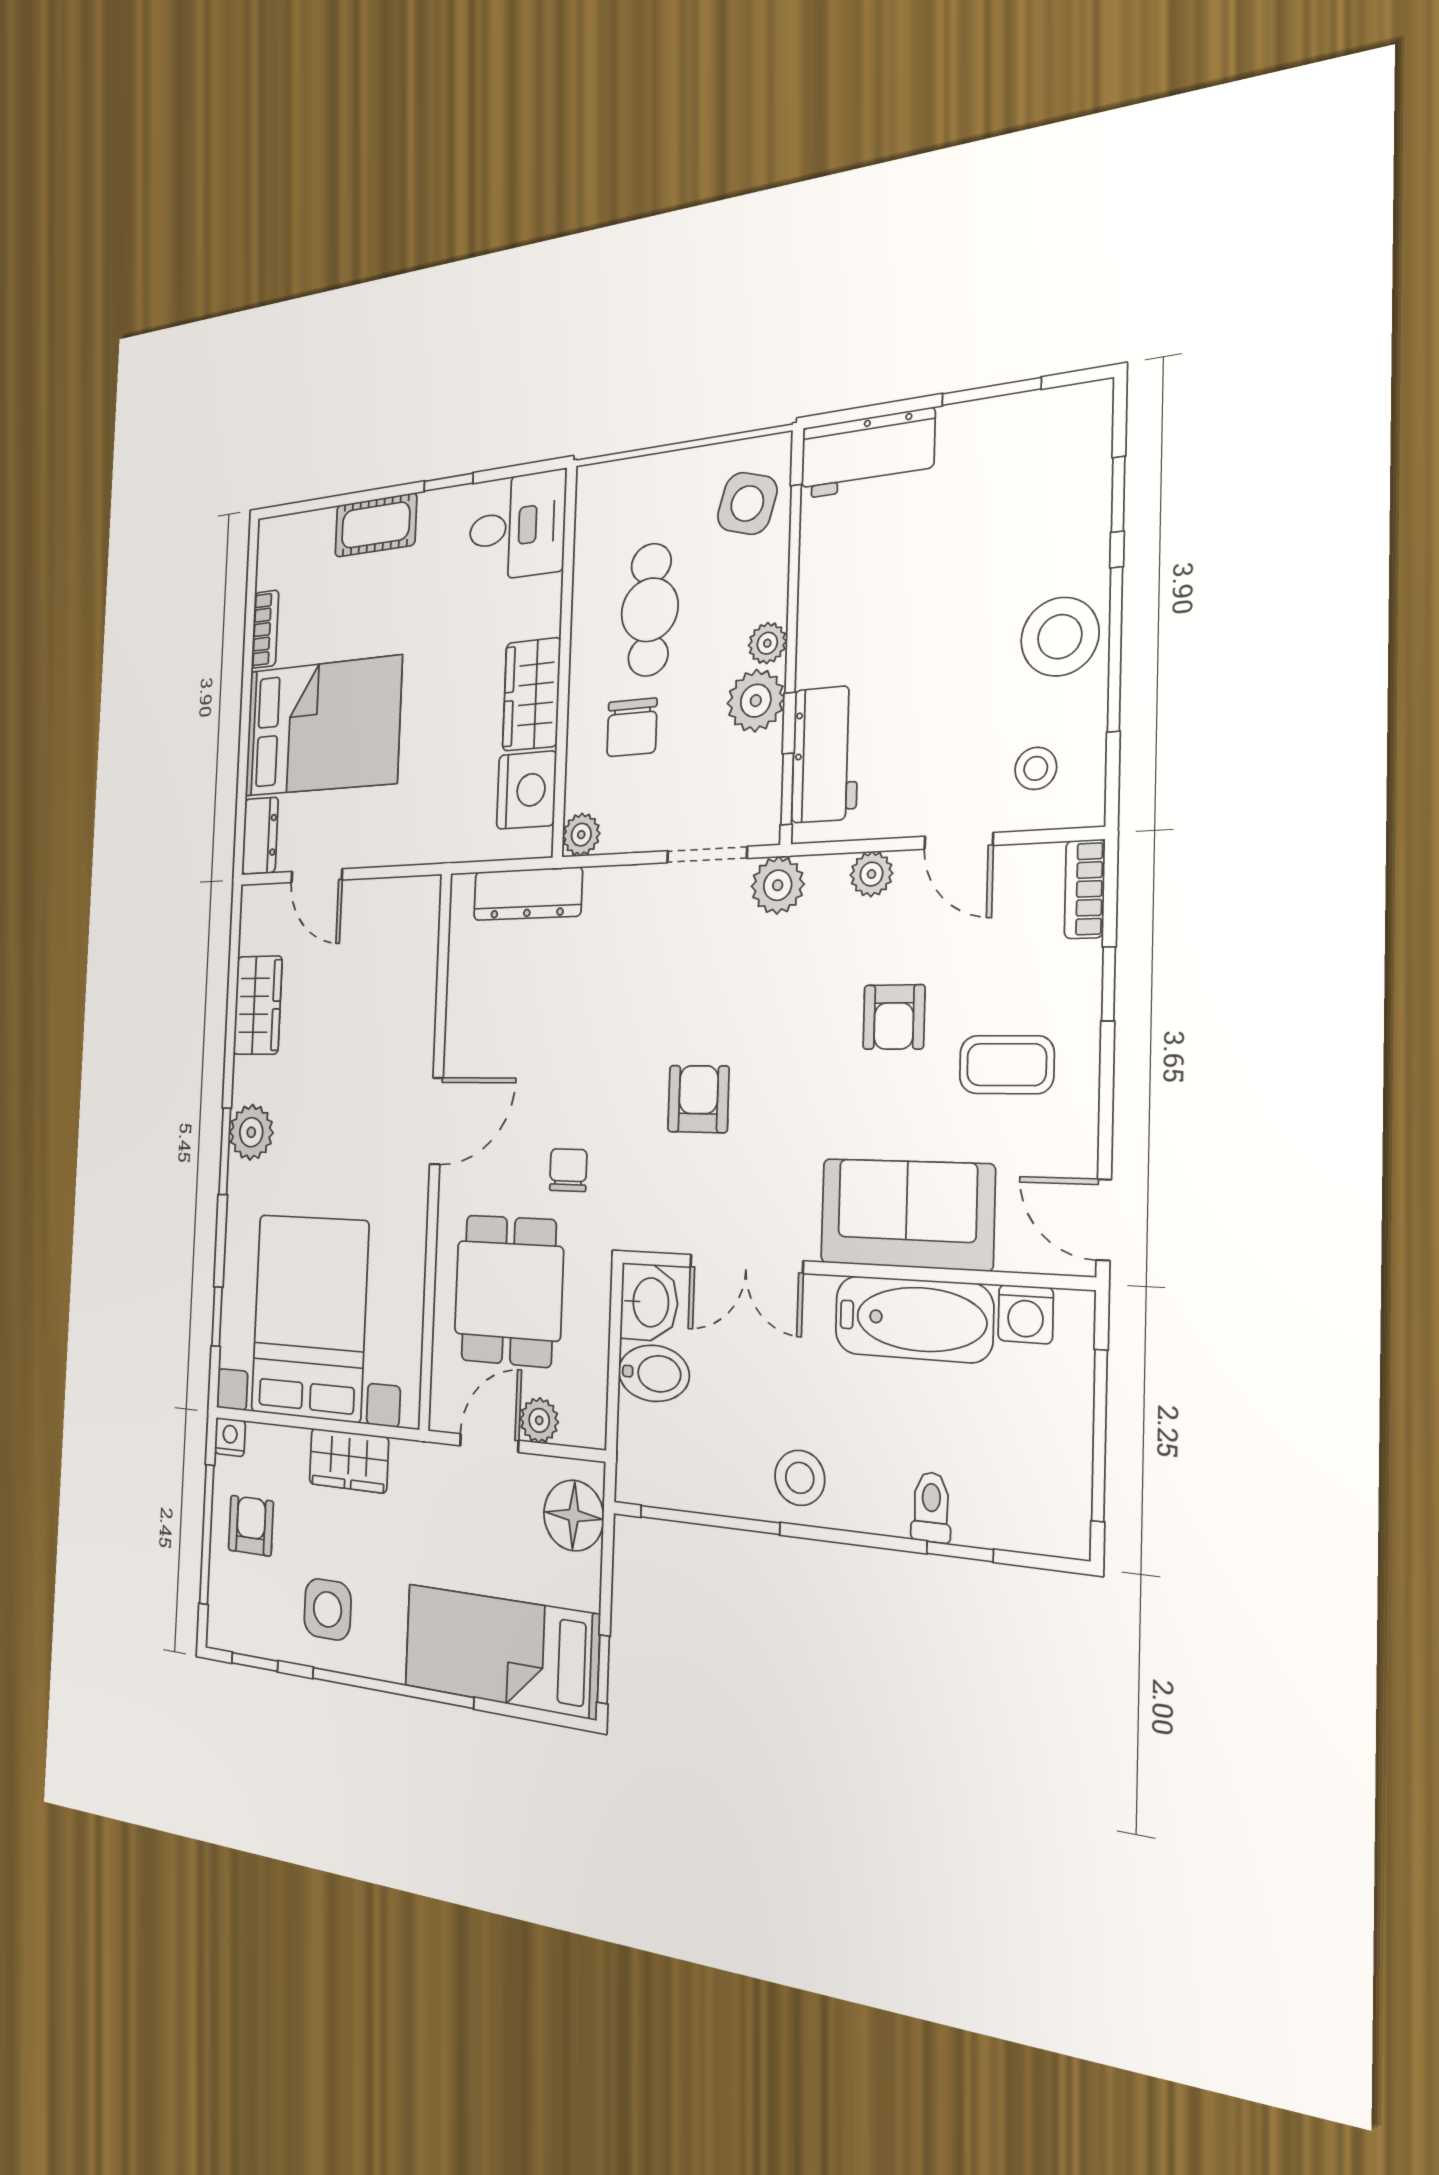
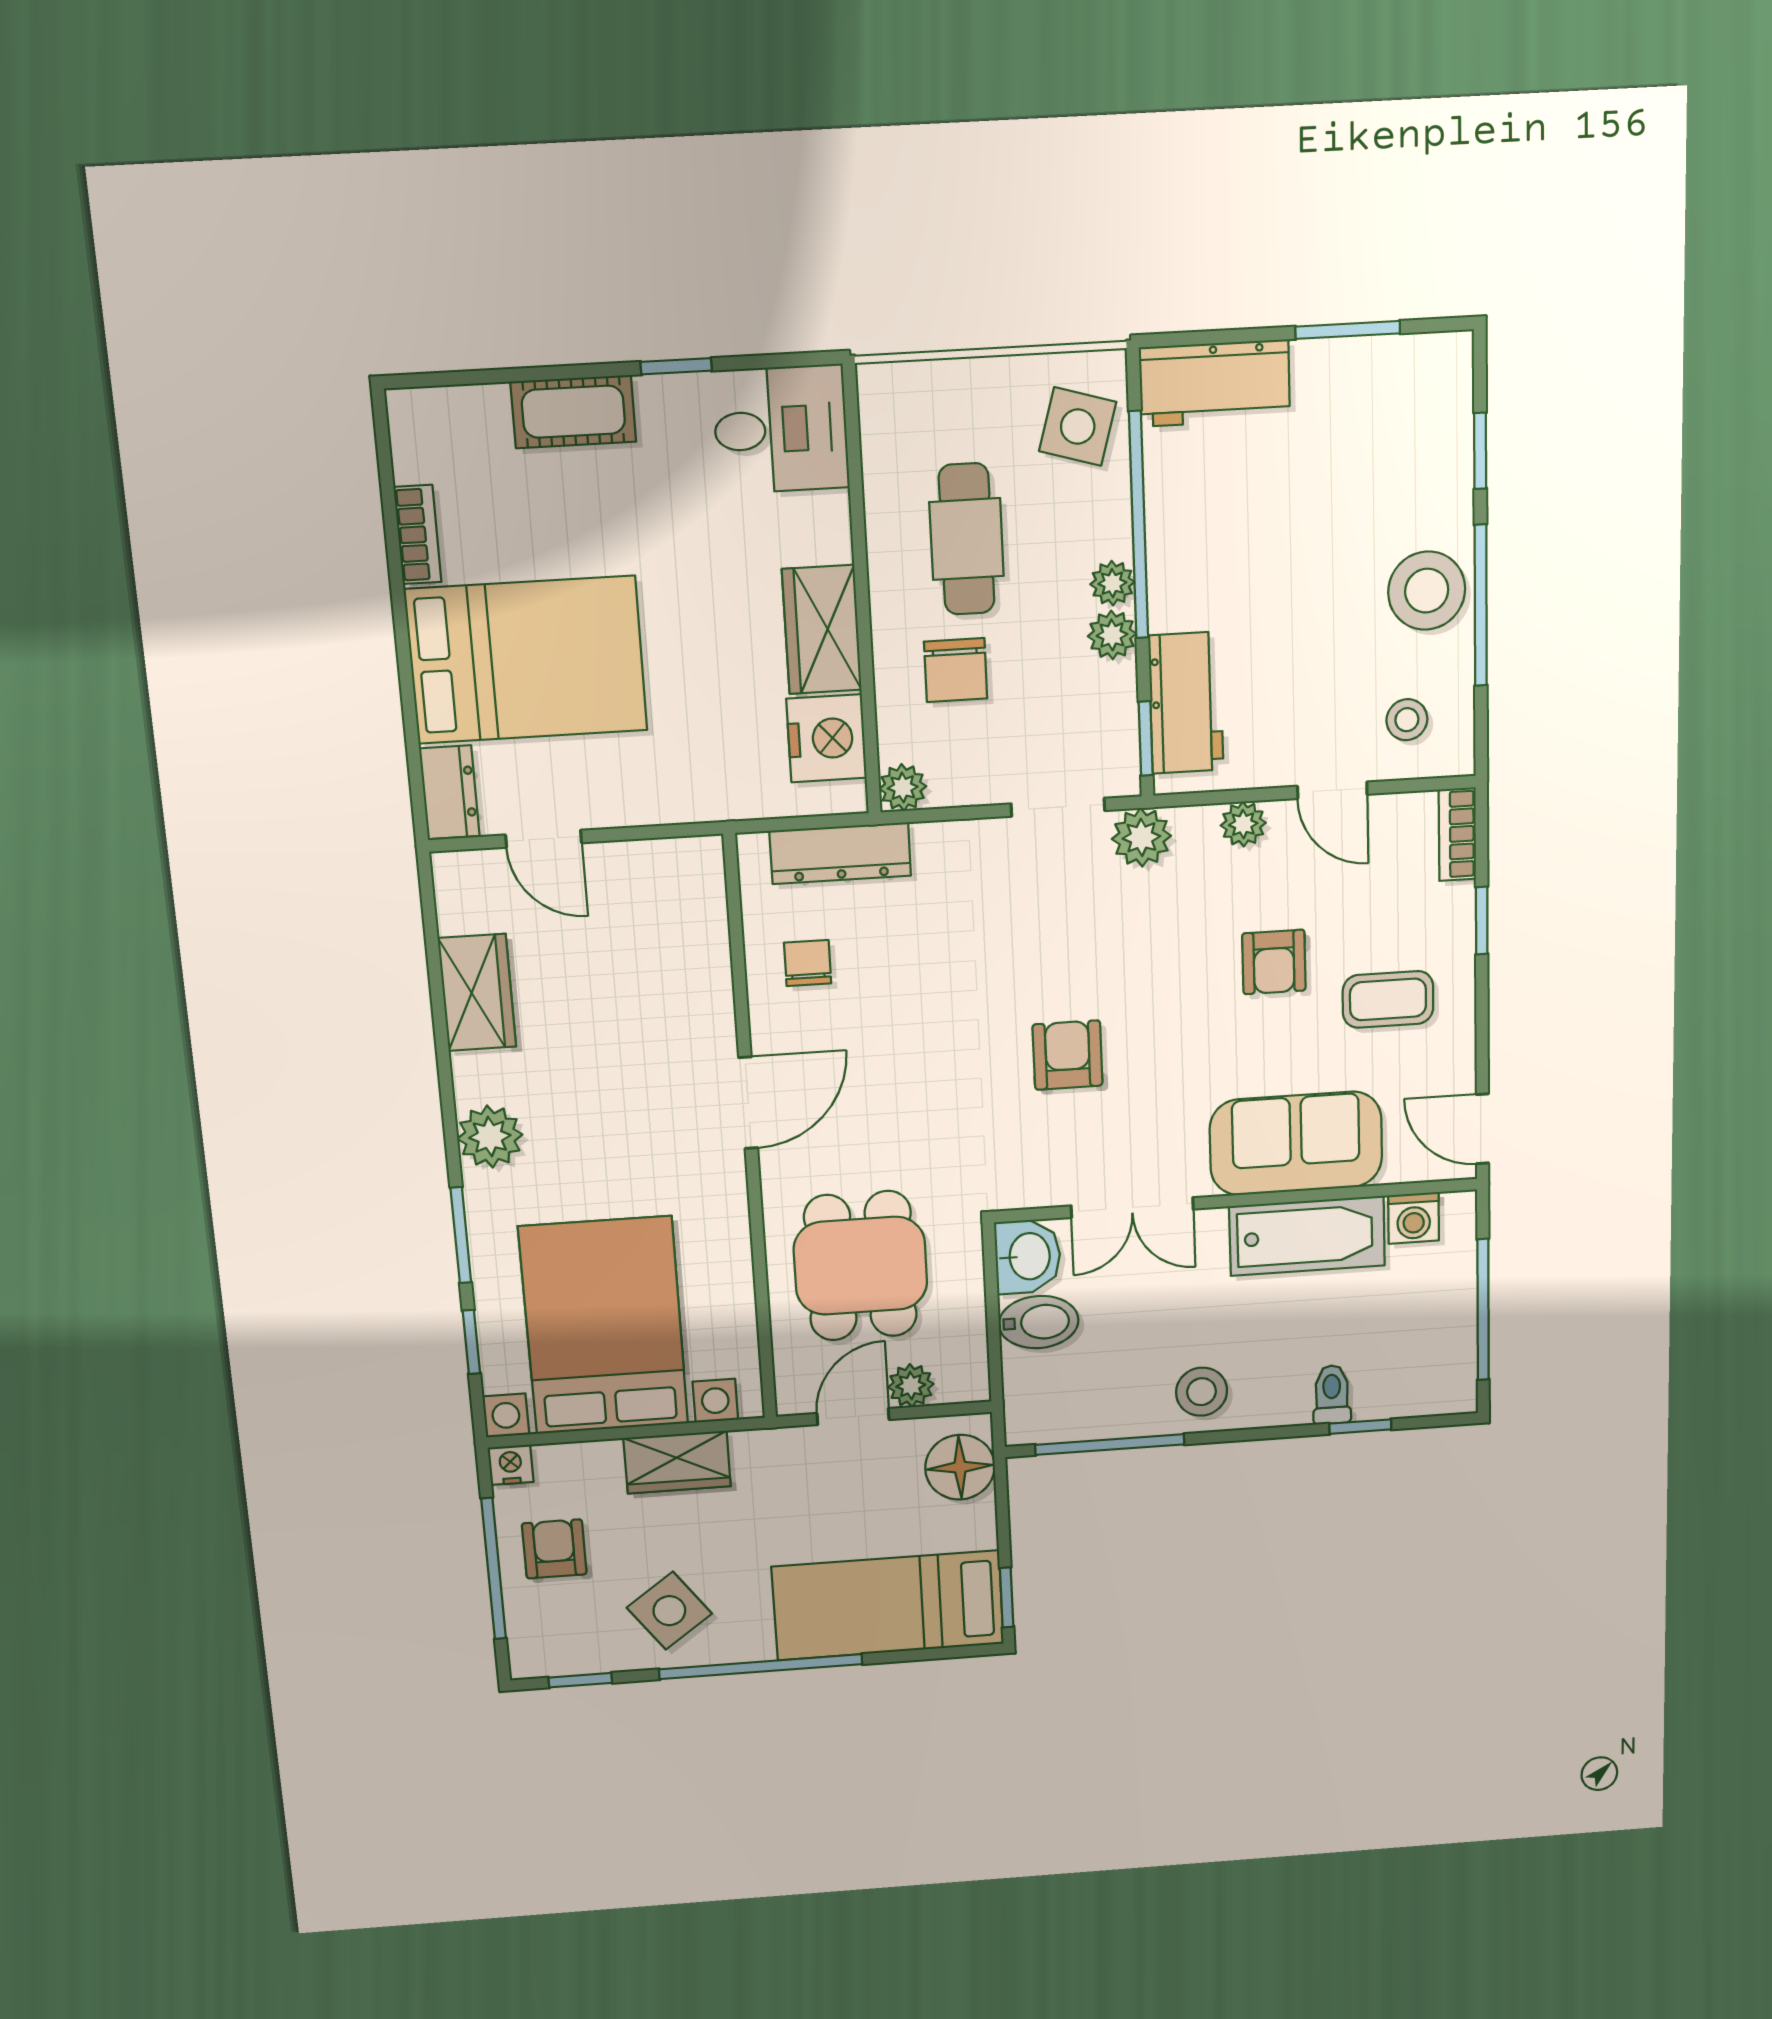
plant: (756, 701) -> (1112, 635), width x0.73, depth x0.73
window: (225, 1151) -> (461, 1235), moved
chair: (568, 1170) -> (808, 963), moved
side table: (328, 1609) -> (669, 1611), turned -36

